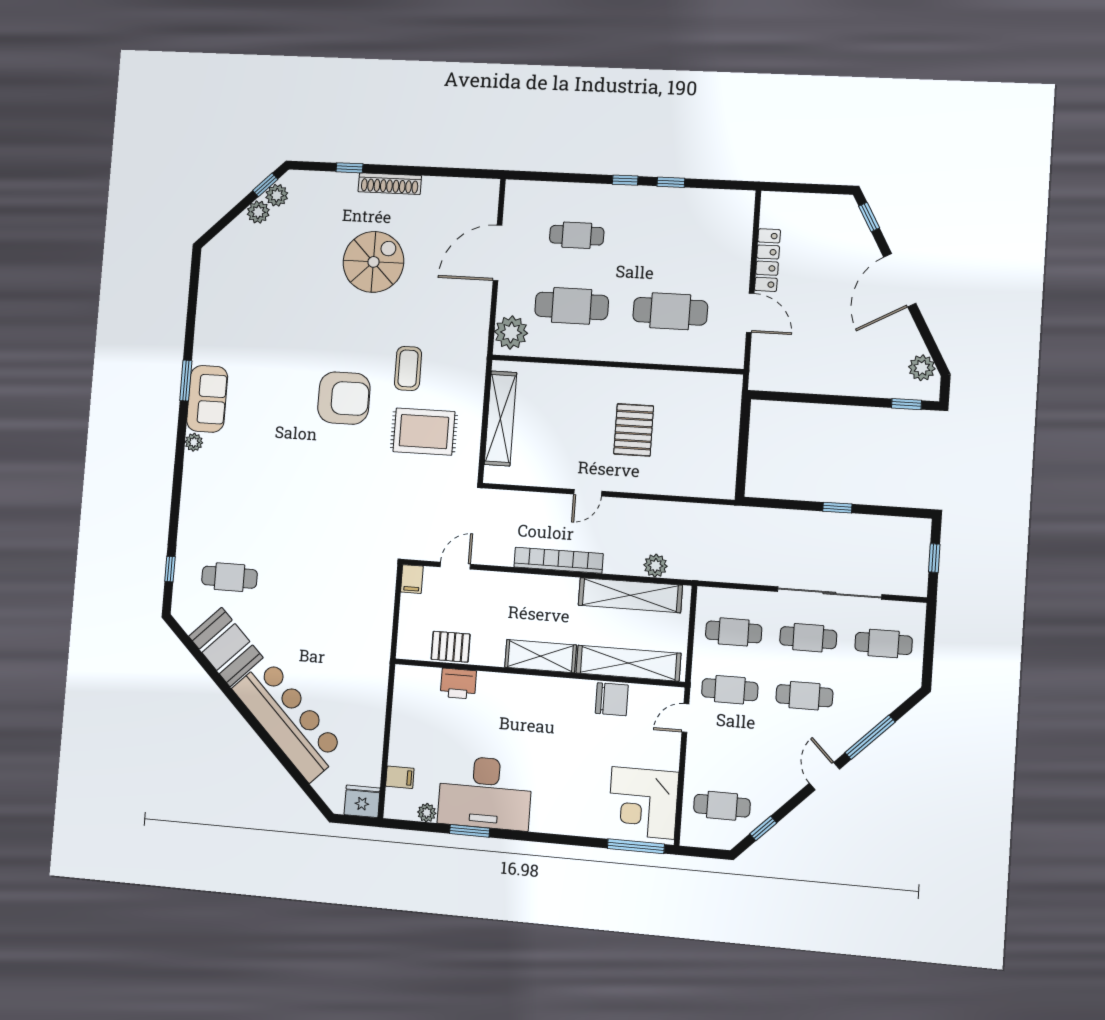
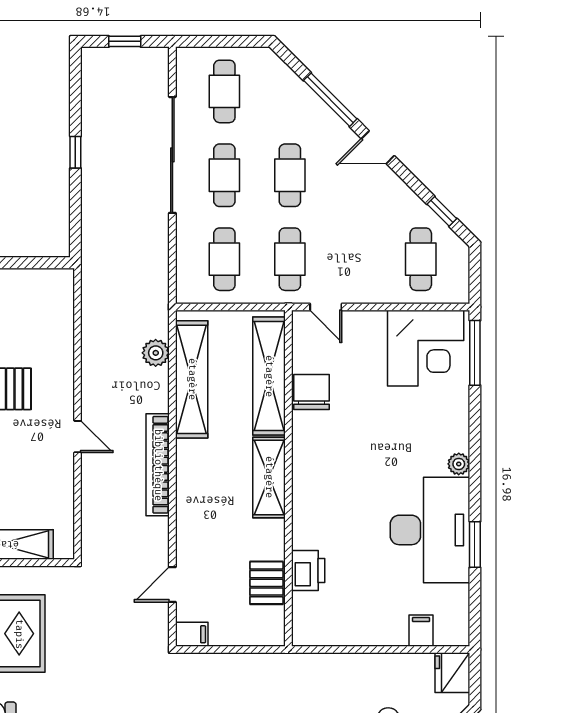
door: (455, 566) -> (172, 585), hinge flipped
plant: (427, 813) -> (459, 464), moved

